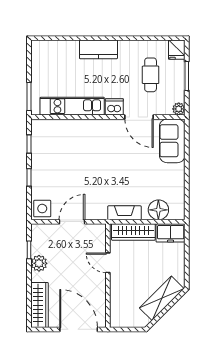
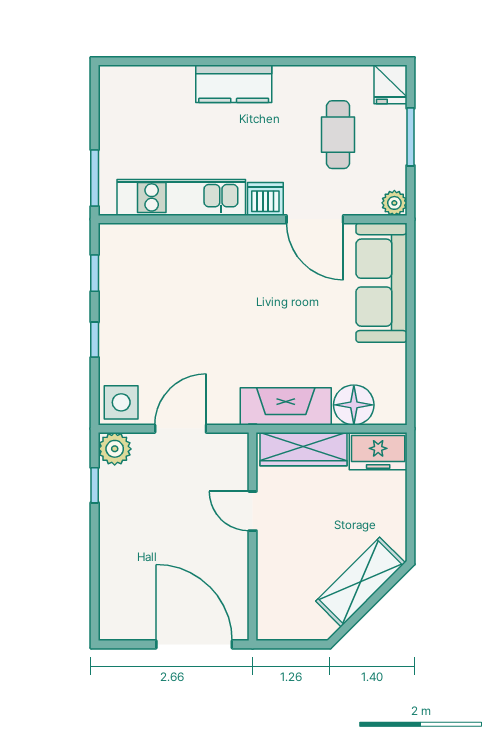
sofa: (172, 141) -> (381, 283), width x1.36
fireplace: (124, 213) -> (286, 406), width x1.37, depth x1.32
plant: (39, 263) -> (115, 449), moved
wardrobe: (40, 305) -> (116, 596), removed

